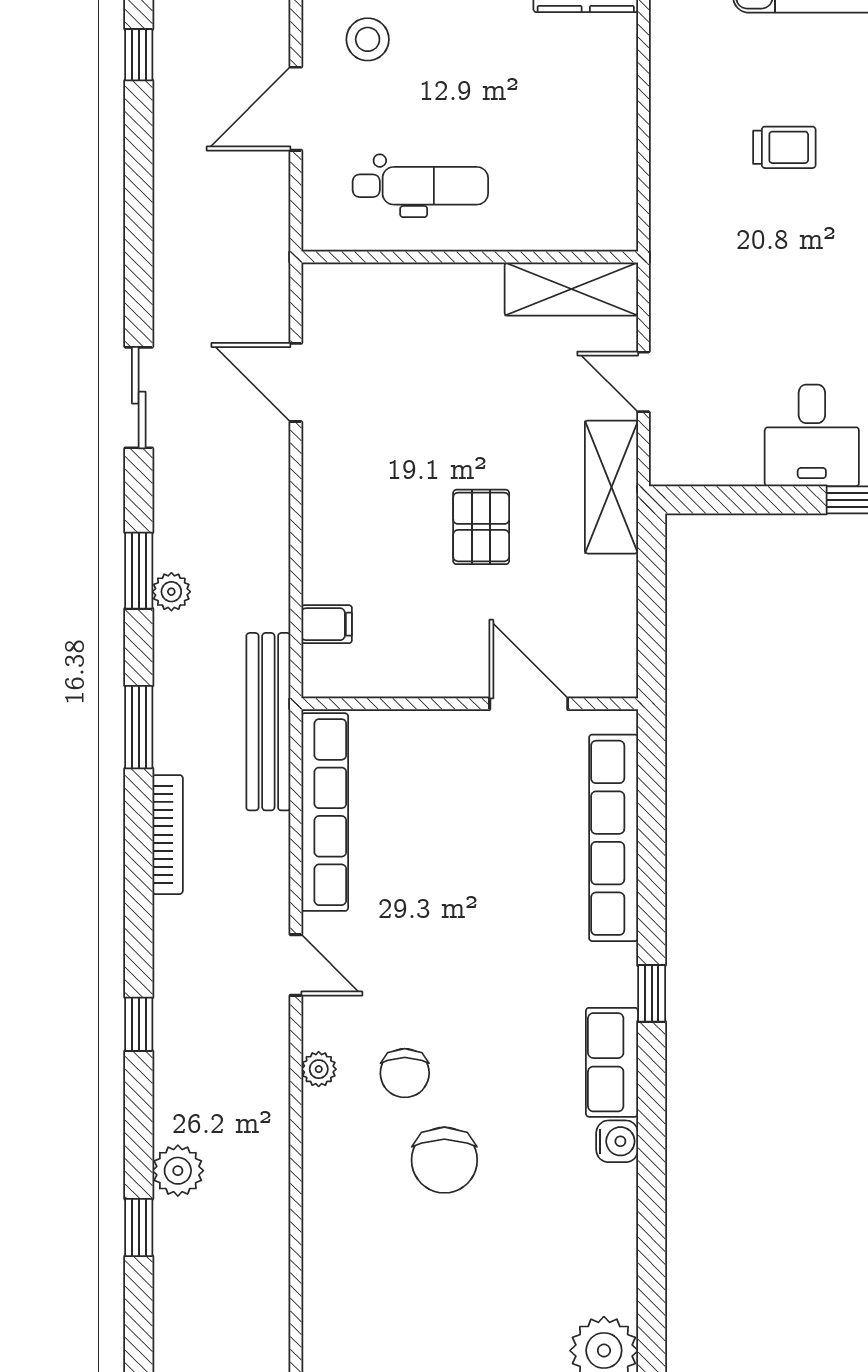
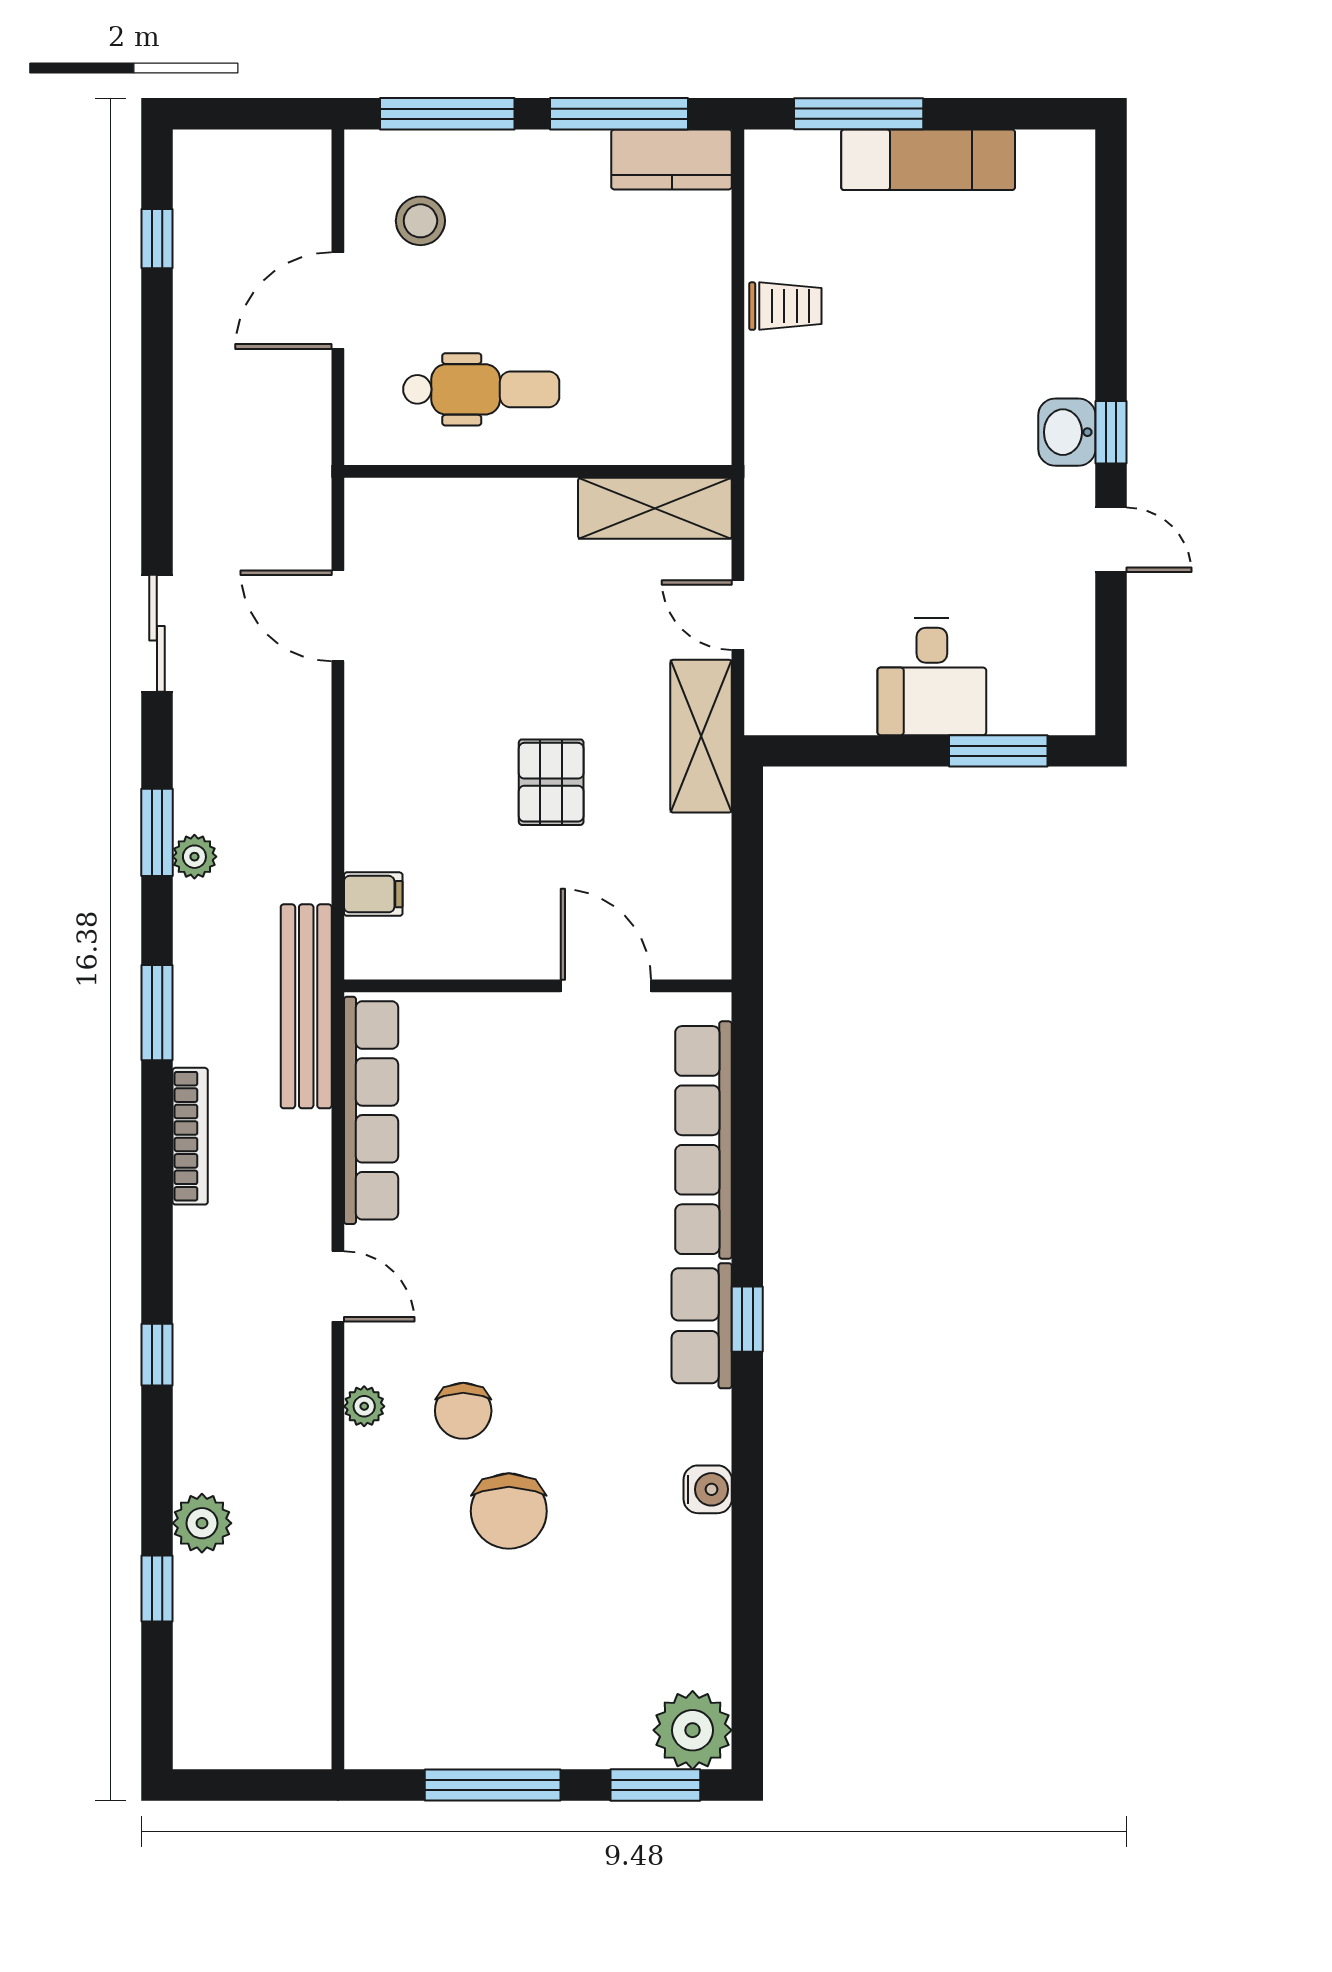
trolley: (784, 147) -> (785, 306), moved
row of seats: (612, 1062) -> (702, 1326), moved

